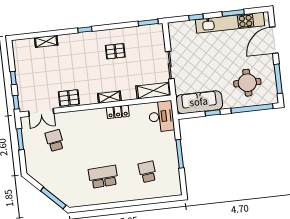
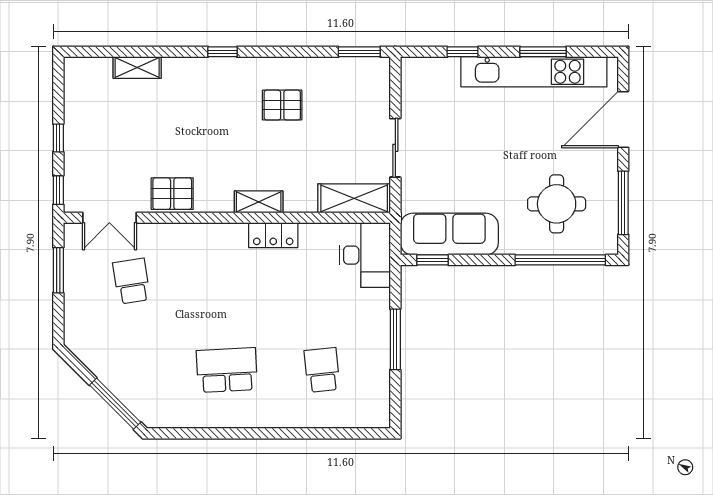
window: (213, 113) -> (432, 260), moved

